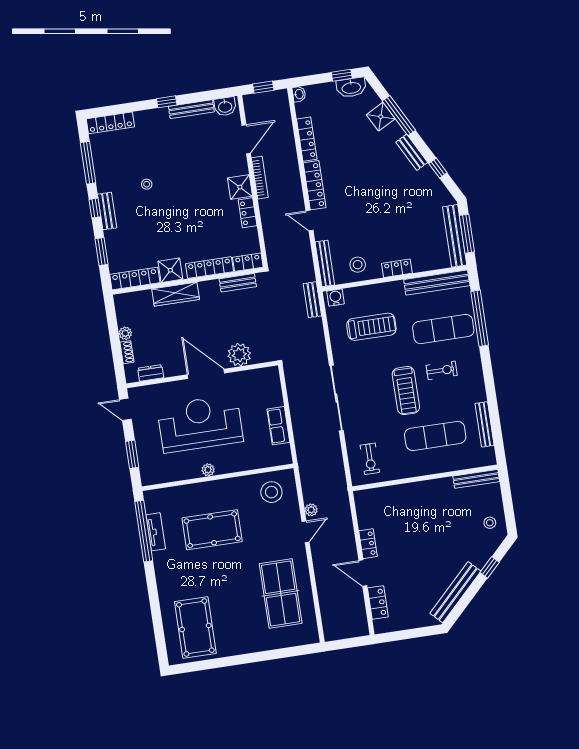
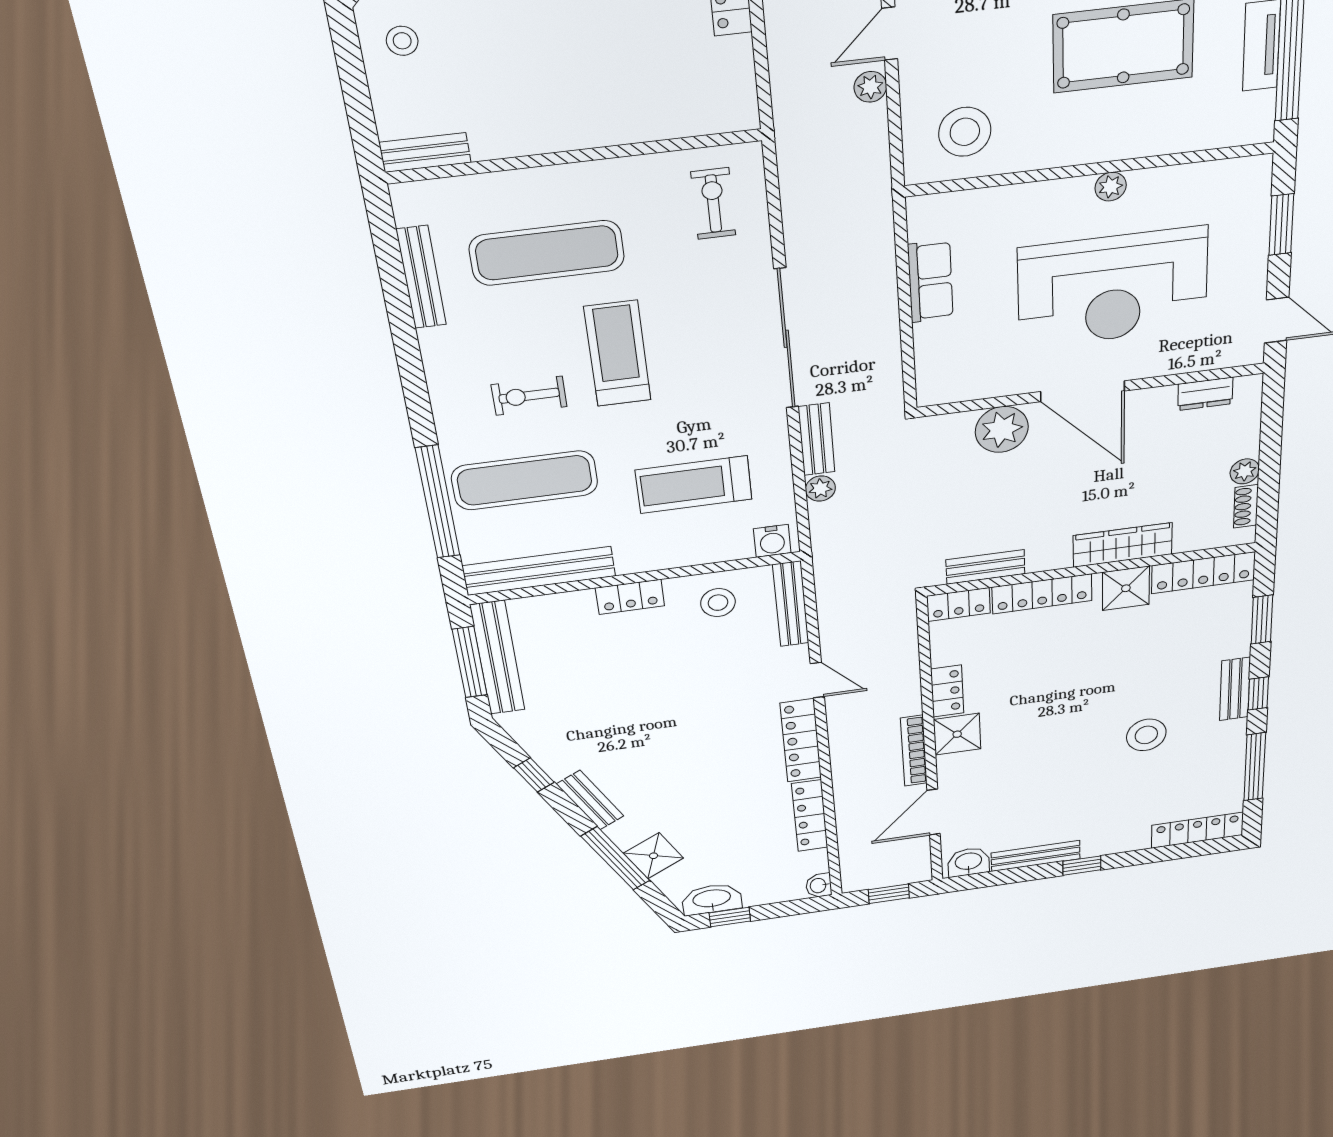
stool: (147, 184) -> (1146, 735), width x1.89, depth x1.89
bench: (312, 300) -> (816, 439), moved
plant: (316, 325) -> (820, 489), added
shoe rack: (127, 352) -> (1246, 506), moved
bench: (476, 479) -> (425, 152), width x0.73

